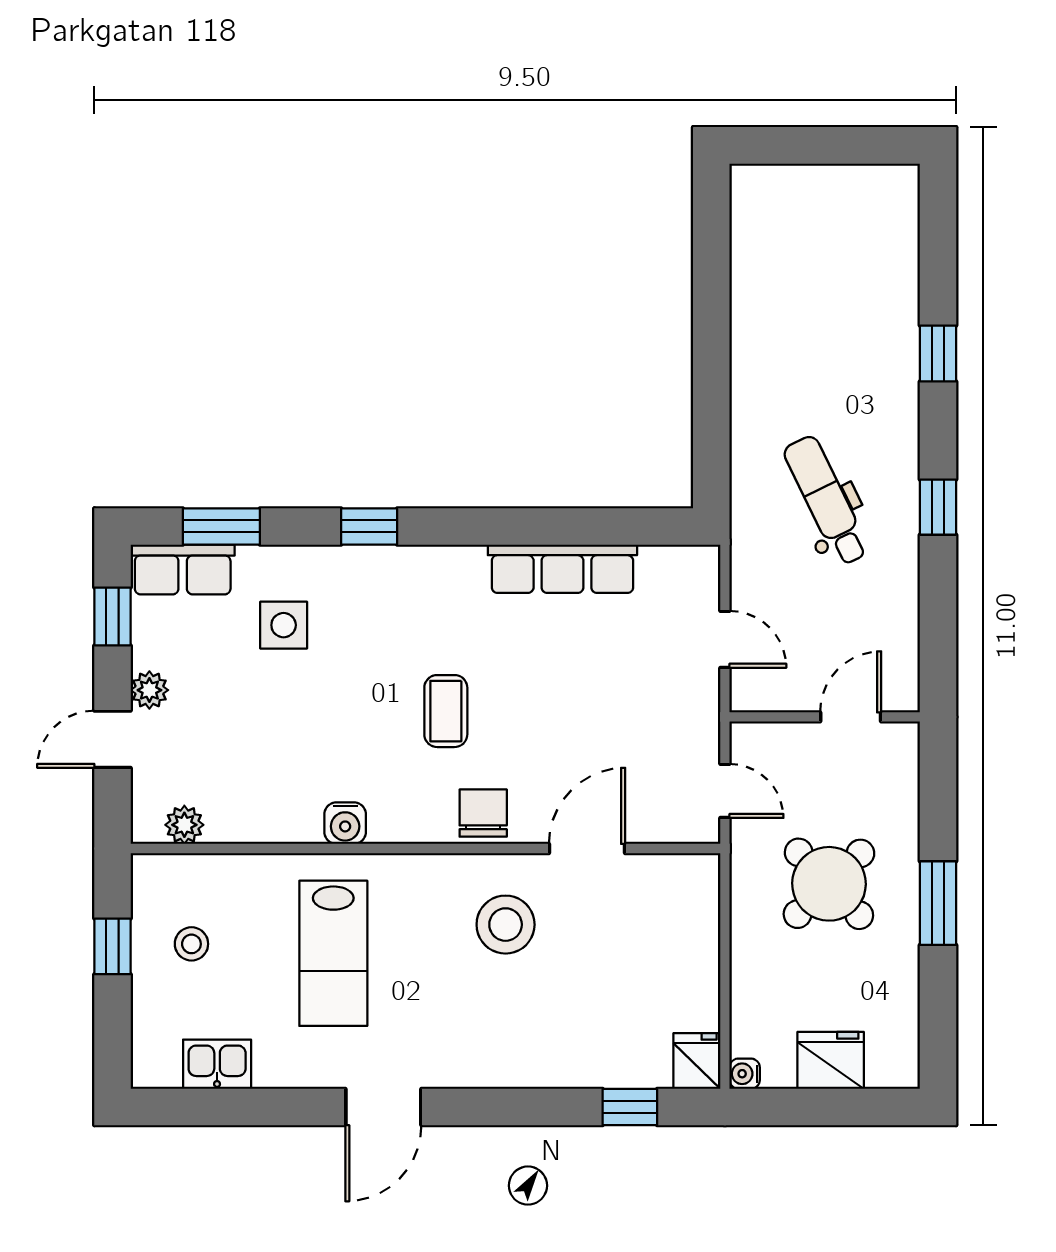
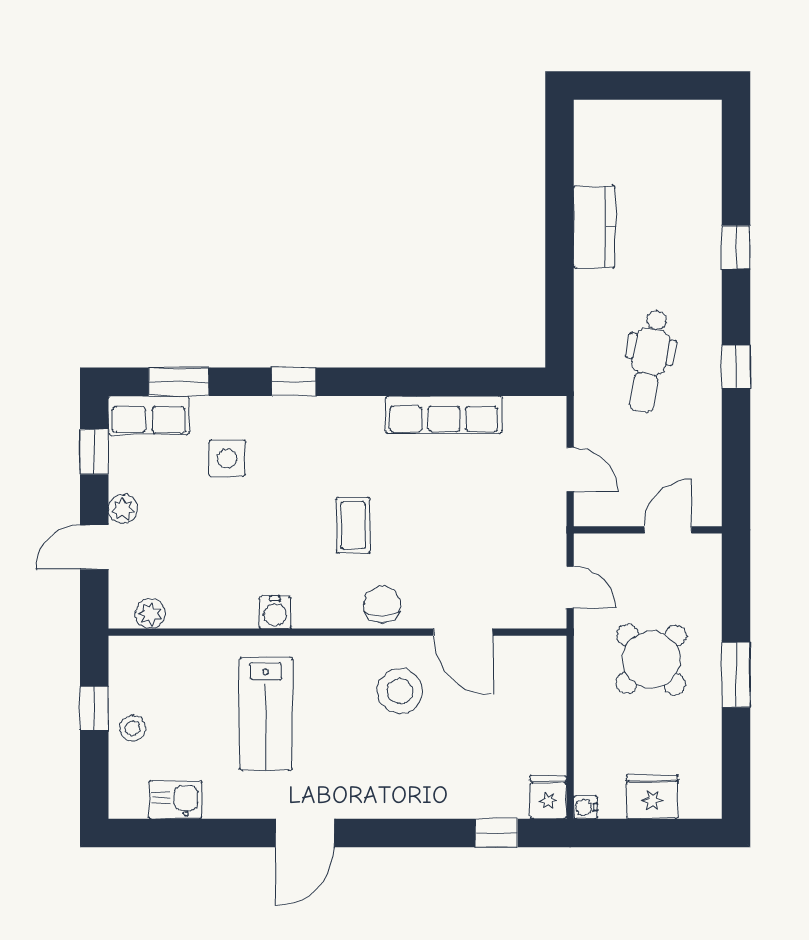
kitchen counter: (756, 327) -> (594, 227), added
dental chair: (826, 501) -> (649, 362), turned -144
door: (587, 848) -> (463, 632), swing flipped
stool: (191, 944) -> (133, 728), moved

